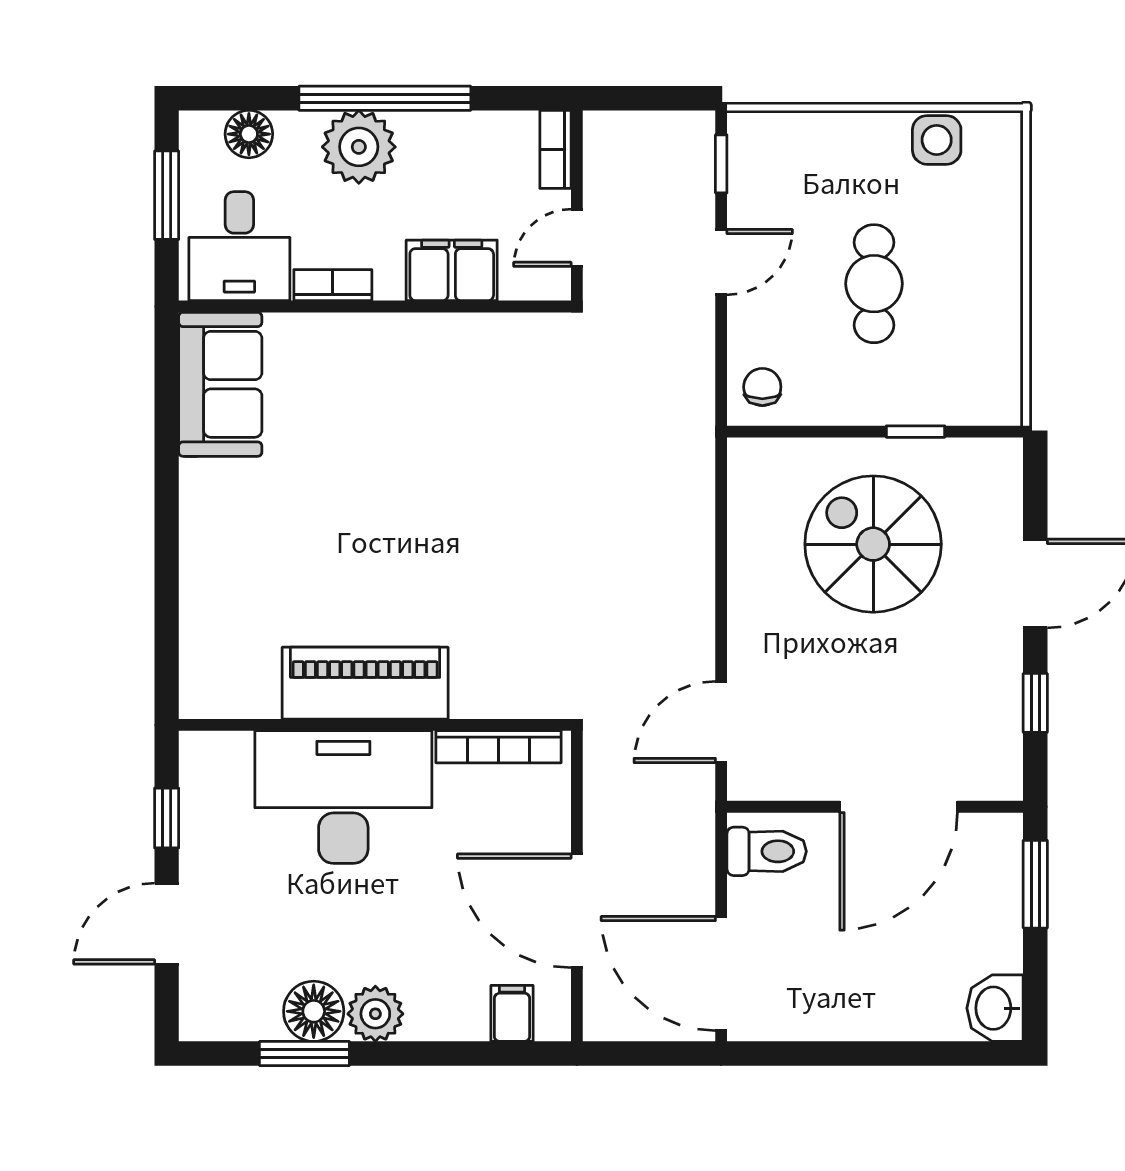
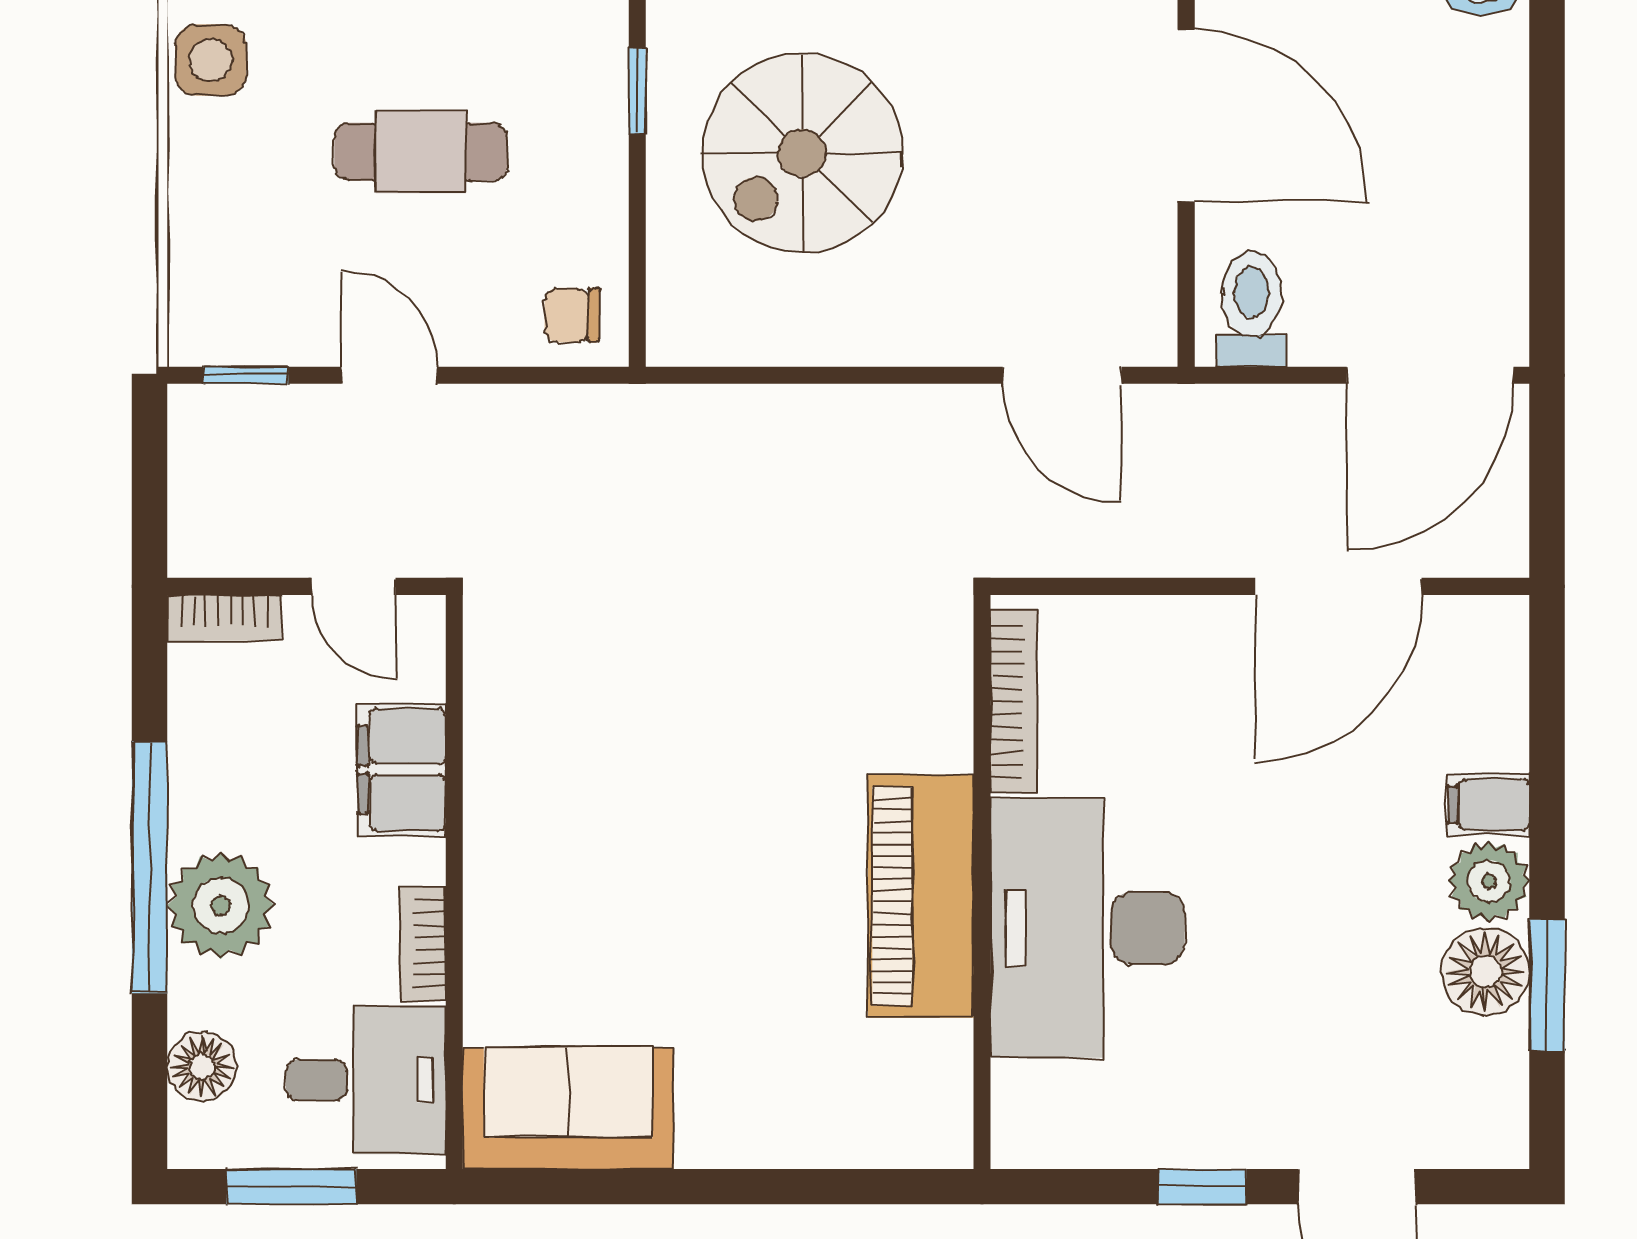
piano: (365, 683) -> (921, 896), moved
wall: (375, 725) -> (982, 882), moved
bookcase: (498, 747) -> (1014, 701), moved
desk: (343, 797) -> (1088, 928), moved
filing cabinet: (512, 1013) -> (1488, 804), moved

